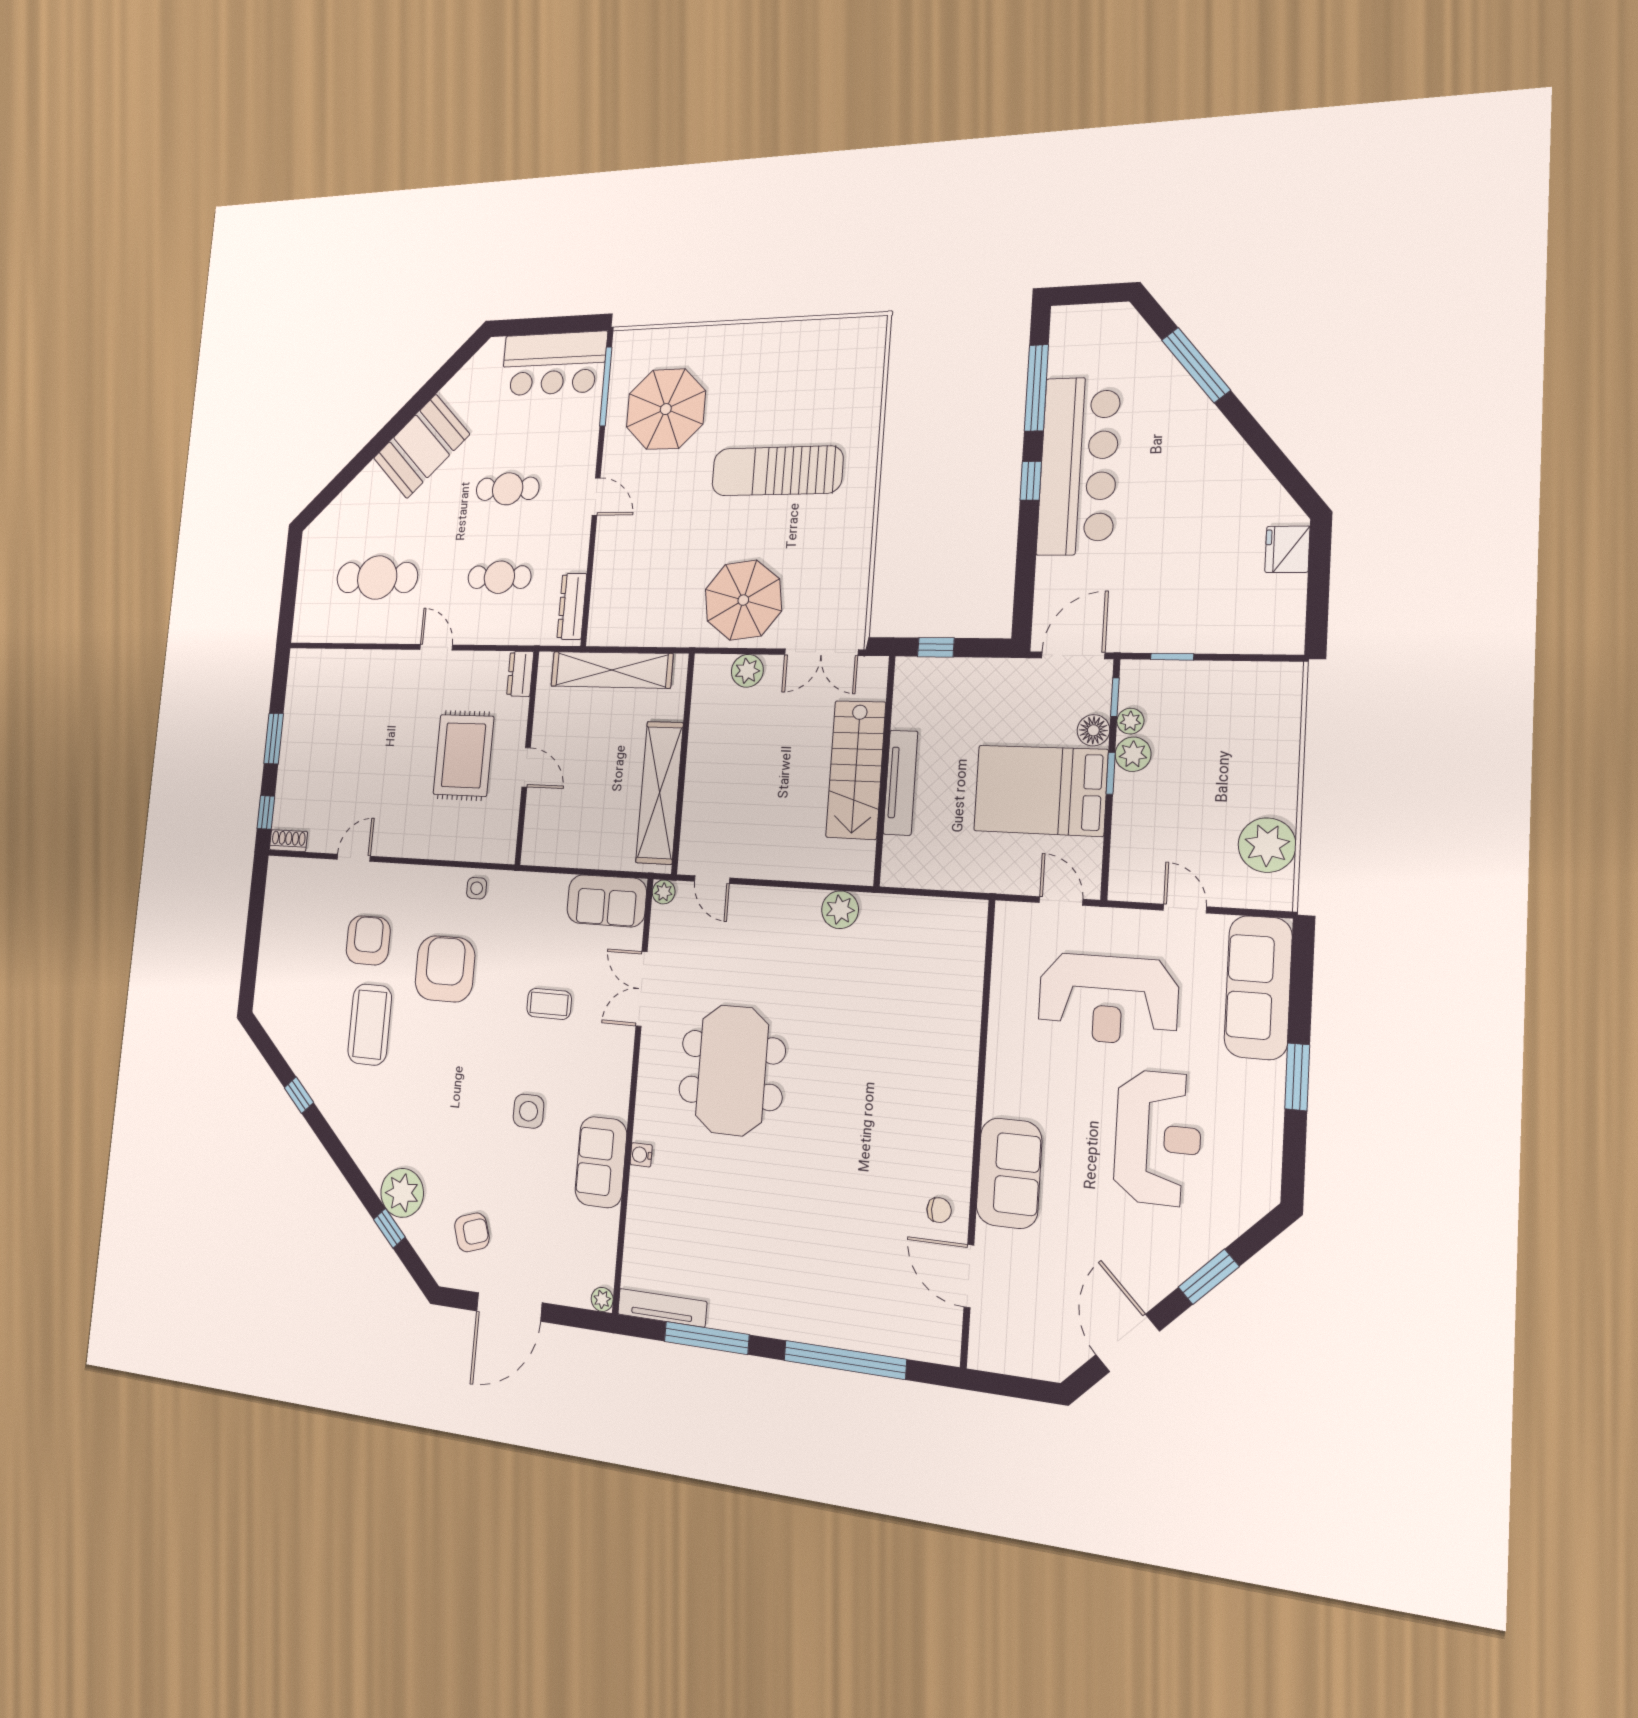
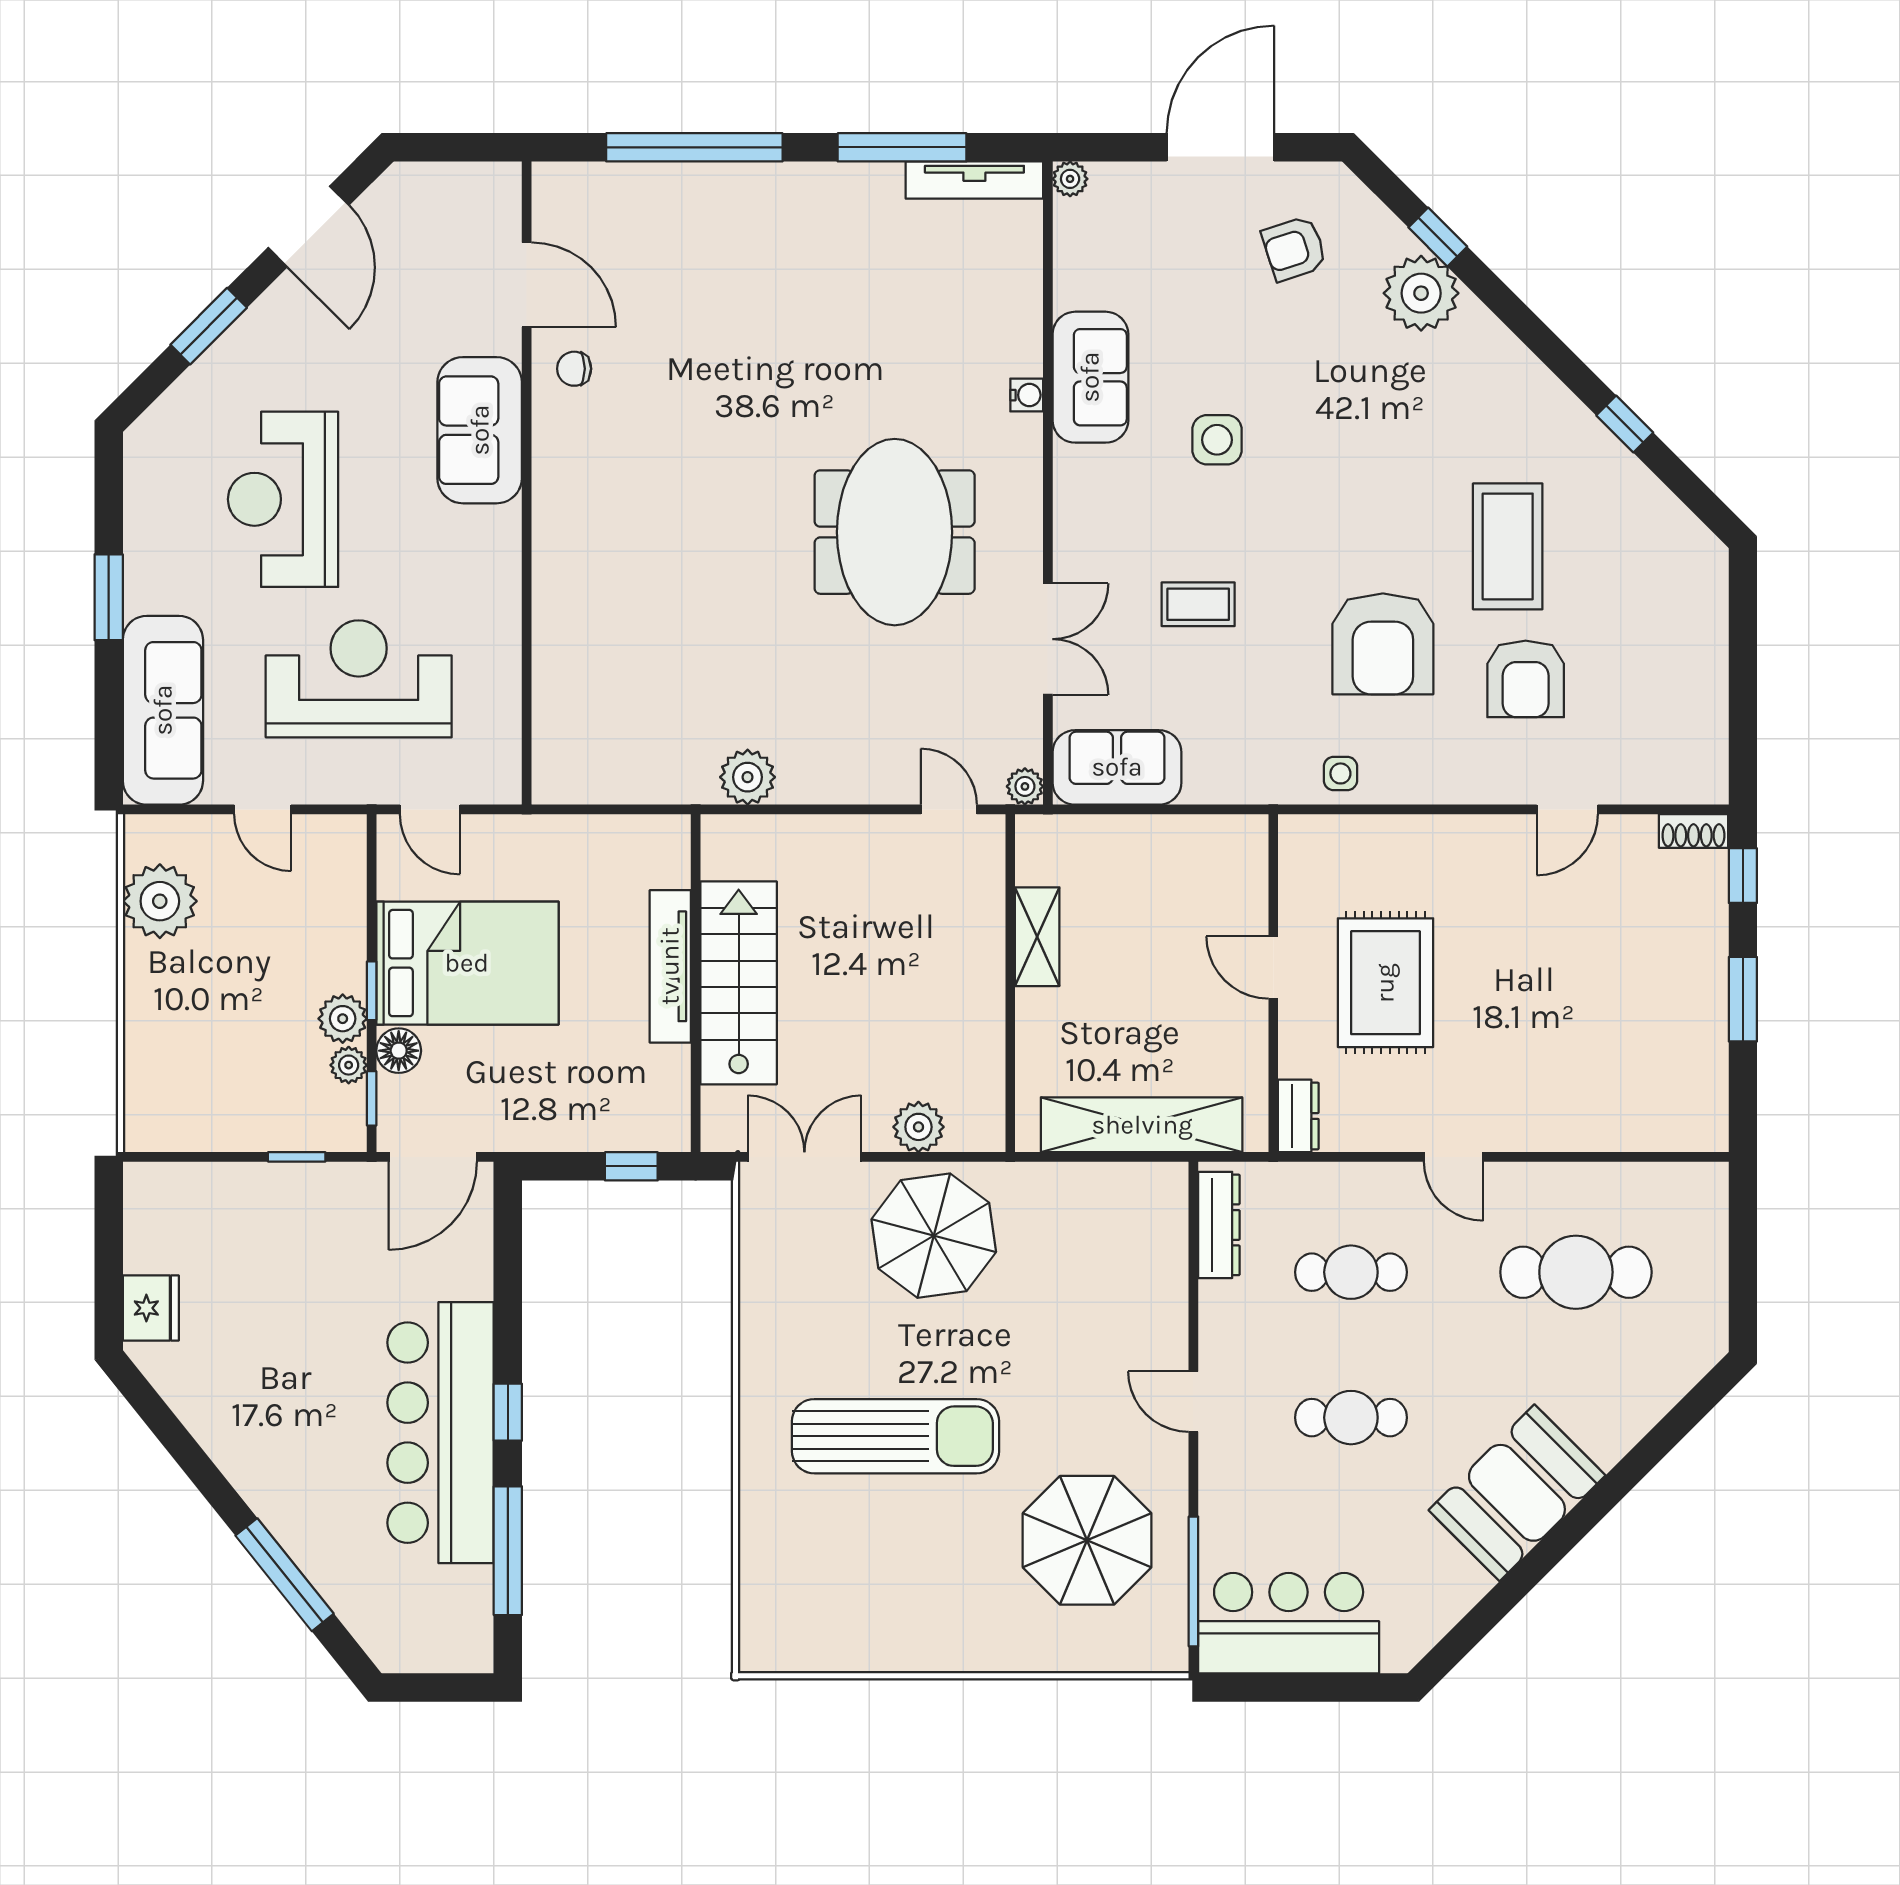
shelving: (660, 793) -> (1037, 937), width x0.45, depth x0.75

